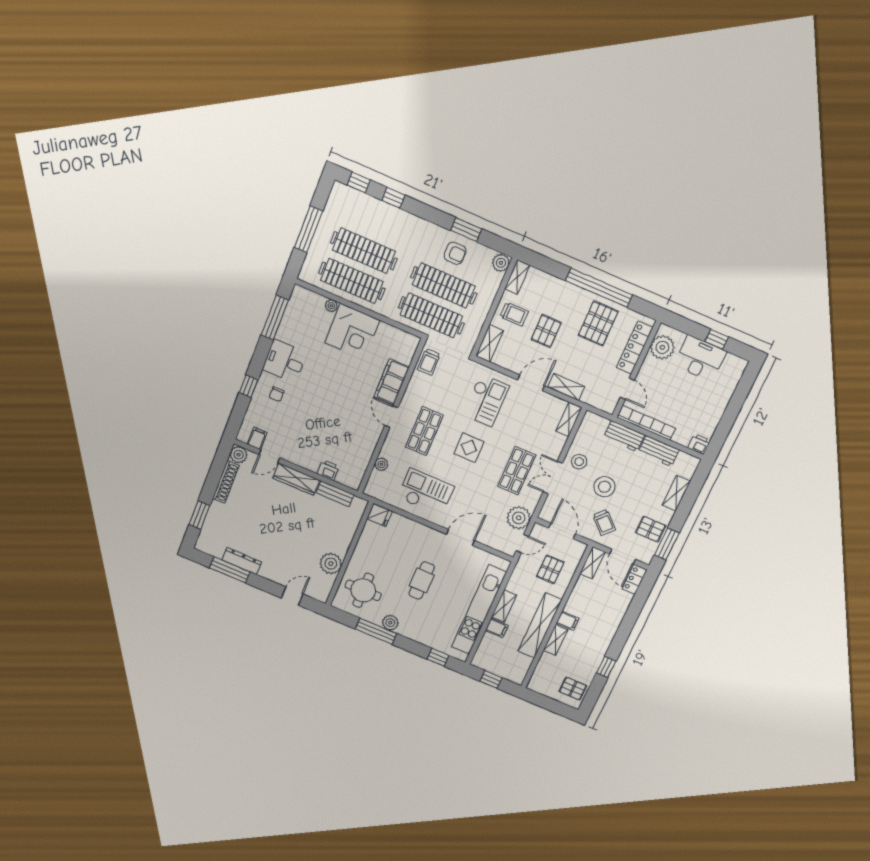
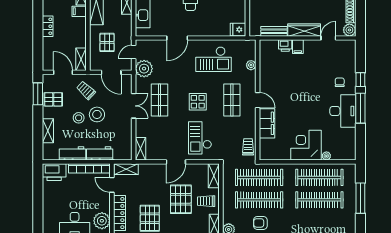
window: (275, 318) -> (360, 108), moved
pallet: (546, 331) -> (181, 199), width x1.50, depth x1.42
desk: (285, 361) -> (343, 111), width x1.37
shelving: (566, 387) -> (126, 169), moved
filing cabinet: (257, 438) -> (298, 47), moved
printer: (699, 444) -> (54, 172), width x1.87, depth x1.48
stool: (579, 462) -> (79, 118), moved
locker: (634, 579) -> (48, 26), moved

